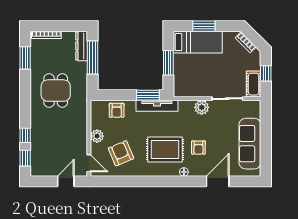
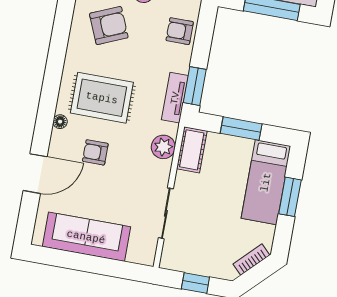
cot: (254, 84) -> (192, 150), moved, turned 90
tv unit: (157, 106) -> (175, 98), width x0.71
plant: (202, 107) -> (163, 147), moved
rug: (165, 150) -> (102, 98), turned 90
door: (218, 181) -> (35, 174), hinge flipped

